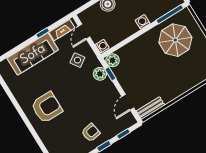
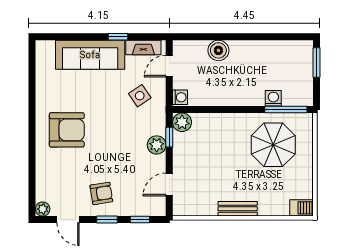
washing machine: (143, 22) -> (273, 98), moved
plant: (100, 74) -> (157, 145), moved
bench: (151, 108) -> (238, 209), moved

